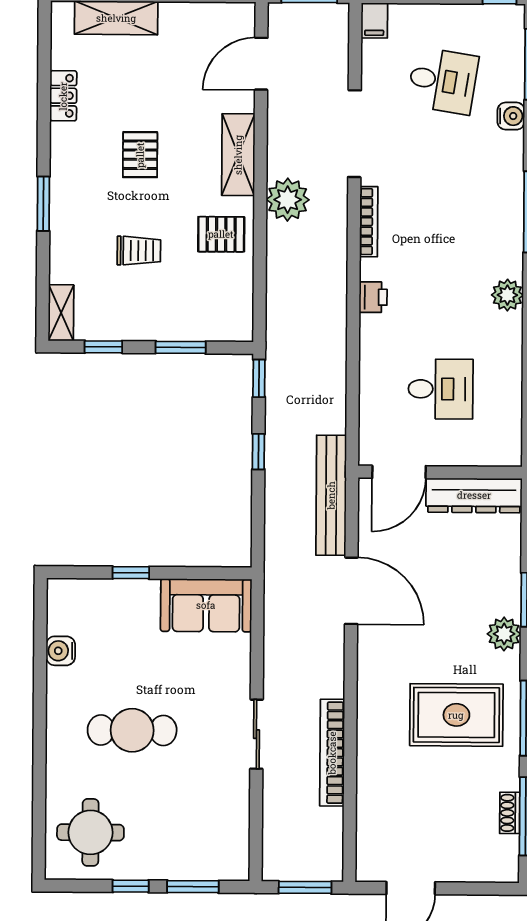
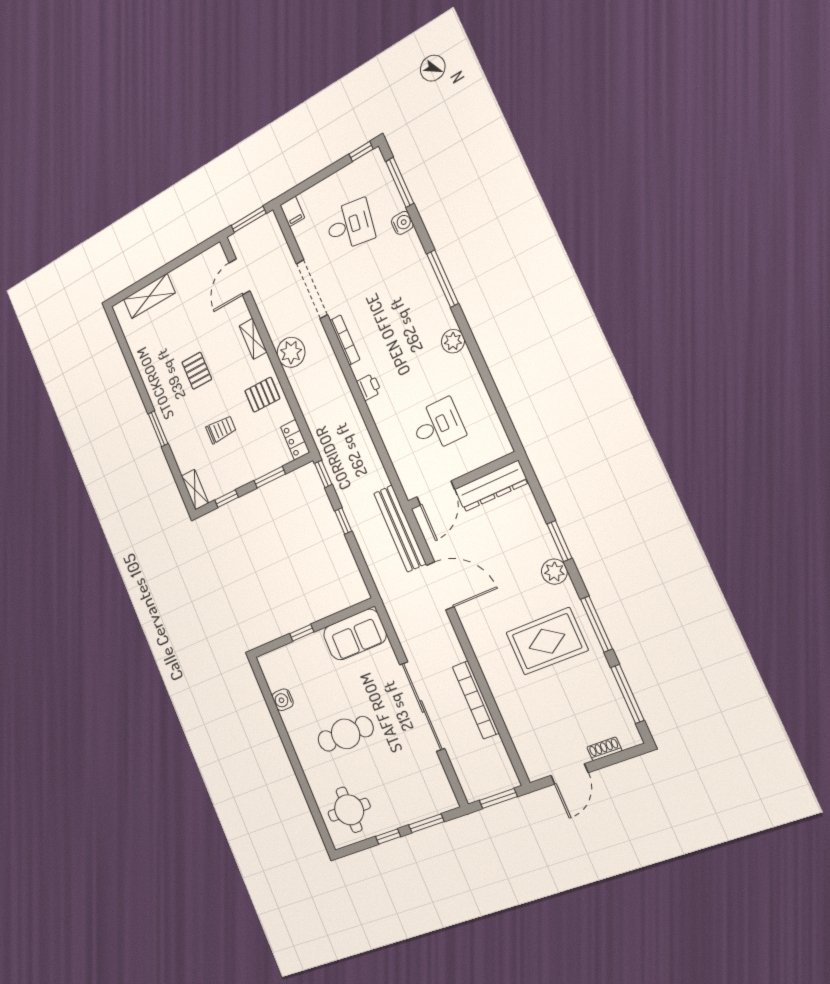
locker: (63, 96) -> (295, 440), moved, turned 180
shelving: (238, 155) -> (253, 339), width x0.67, depth x0.75
sliding door: (256, 734) -> (422, 706), width x1.86
shoe rack: (510, 813) -> (604, 749), moved, turned 90

